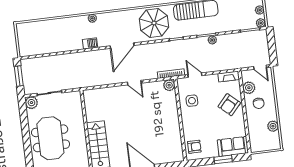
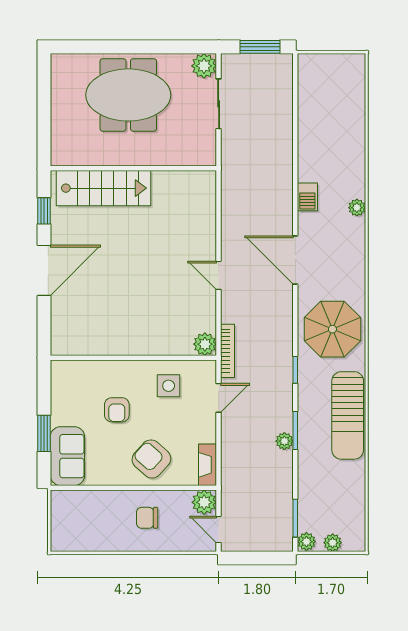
door: (260, 67) -> (219, 530), hinge flipped
door: (134, 83) -> (219, 275), hinge flipped
plant: (249, 88) -> (204, 502), moved
plant: (273, 126) -> (98, 541), removed
armchair: (194, 147) -> (117, 410), moved

